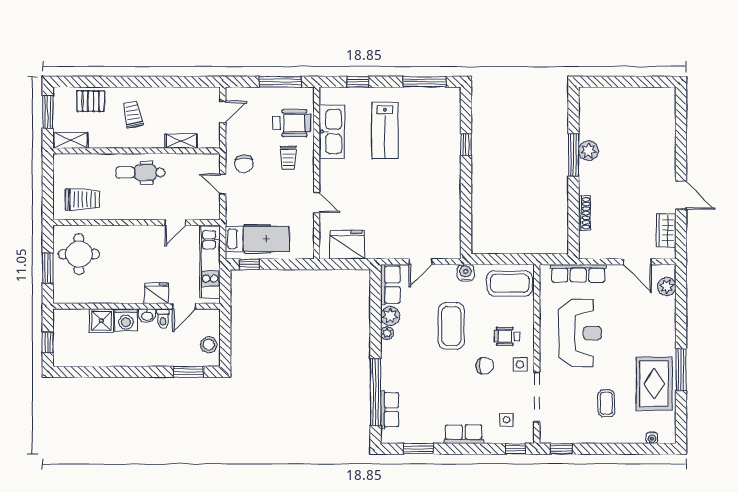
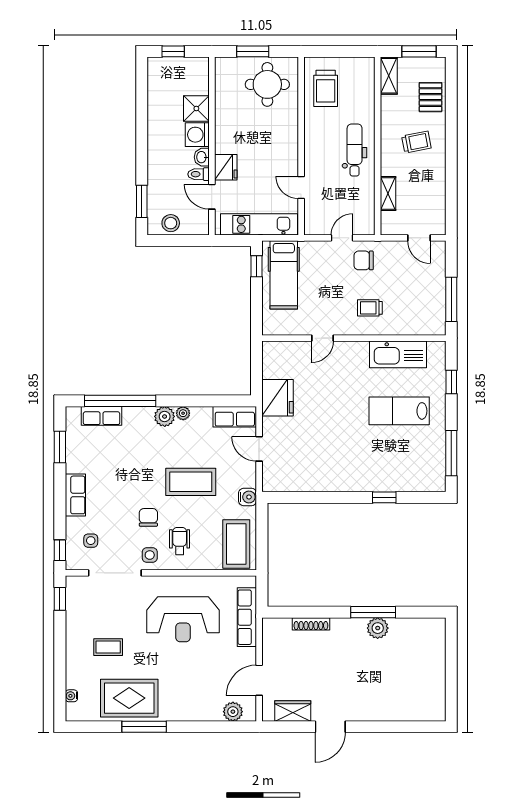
wheelchair: (291, 123) -> (407, 311), removed
fridge: (347, 245) -> (277, 398), moved
plant: (390, 316) -> (165, 416), moved
chair: (485, 366) -> (148, 517), turned 180

